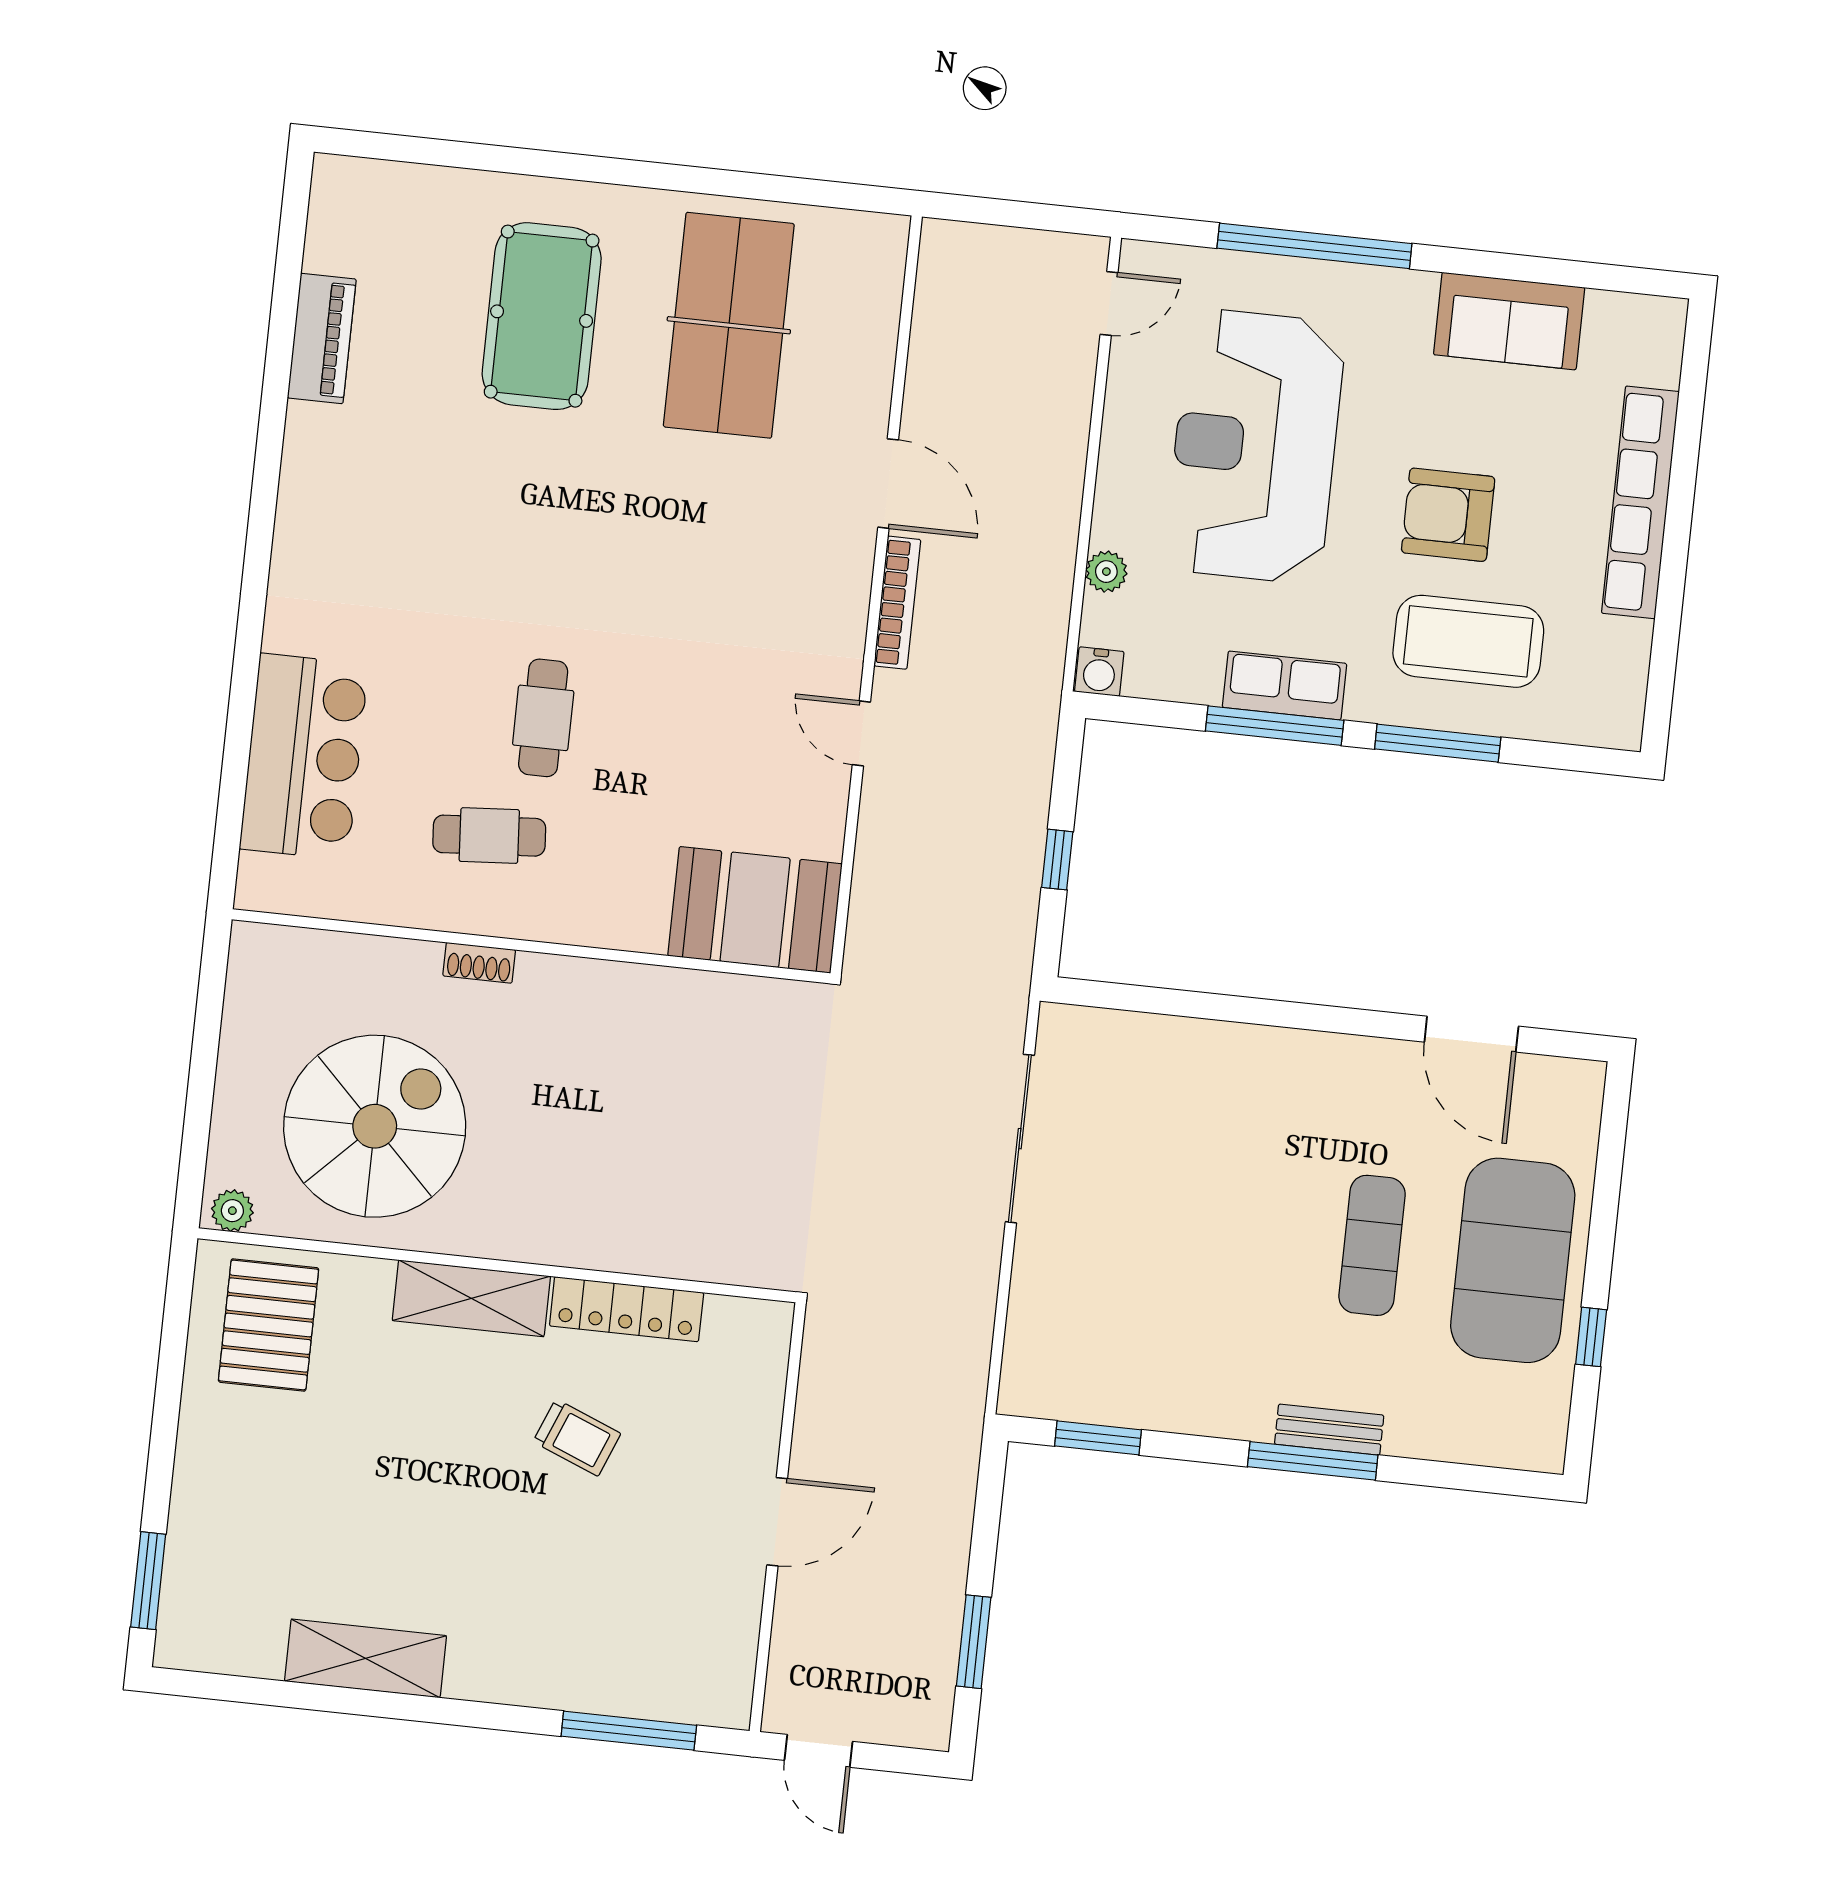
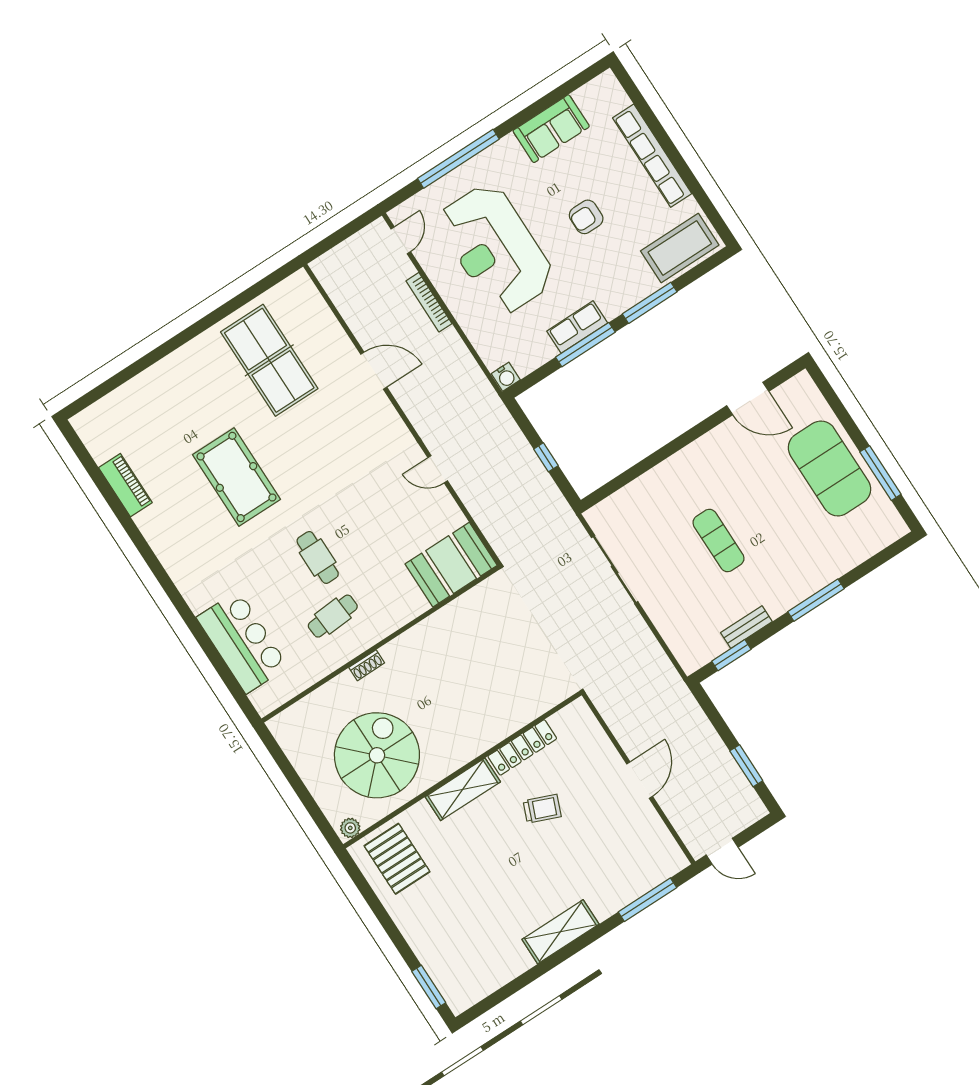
pool table: (542, 316) -> (236, 477), moved
armchair: (1448, 515) -> (586, 217), width x0.72, depth x0.72
plant: (1106, 572) -> (479, 338), removed
bookcase: (897, 603) -> (429, 302), moved, turned 180
coffee table: (1468, 641) -> (680, 248), moved
exercise mat: (1372, 1245) -> (718, 541), moved
window: (1591, 1337) -> (880, 473), width x2.17
bench: (1329, 1430) -> (746, 627), moved
shelving: (366, 1658) -> (560, 932), moved

